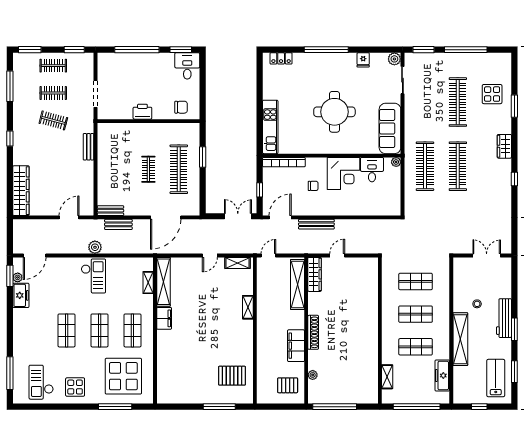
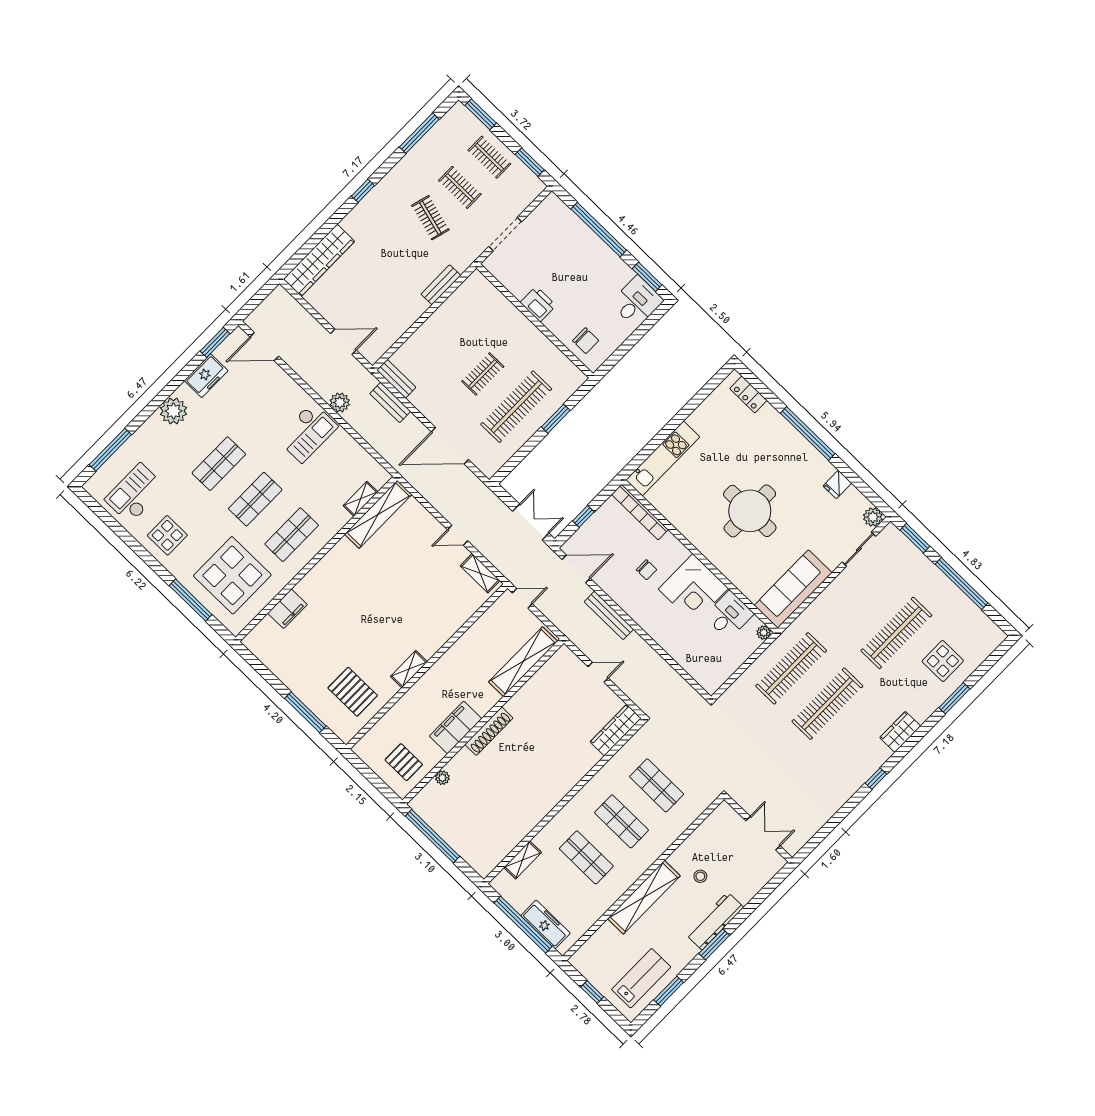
wardrobe: (315, 274) -> (616, 730), moved, turned 180
plant: (18, 277) -> (173, 411), moved, width x1.87, depth x1.87
shelving: (248, 307) -> (409, 669), moved
filing cabinet: (164, 318) -> (287, 609), moved
freezer: (442, 376) -> (545, 924), moved, turned 90

